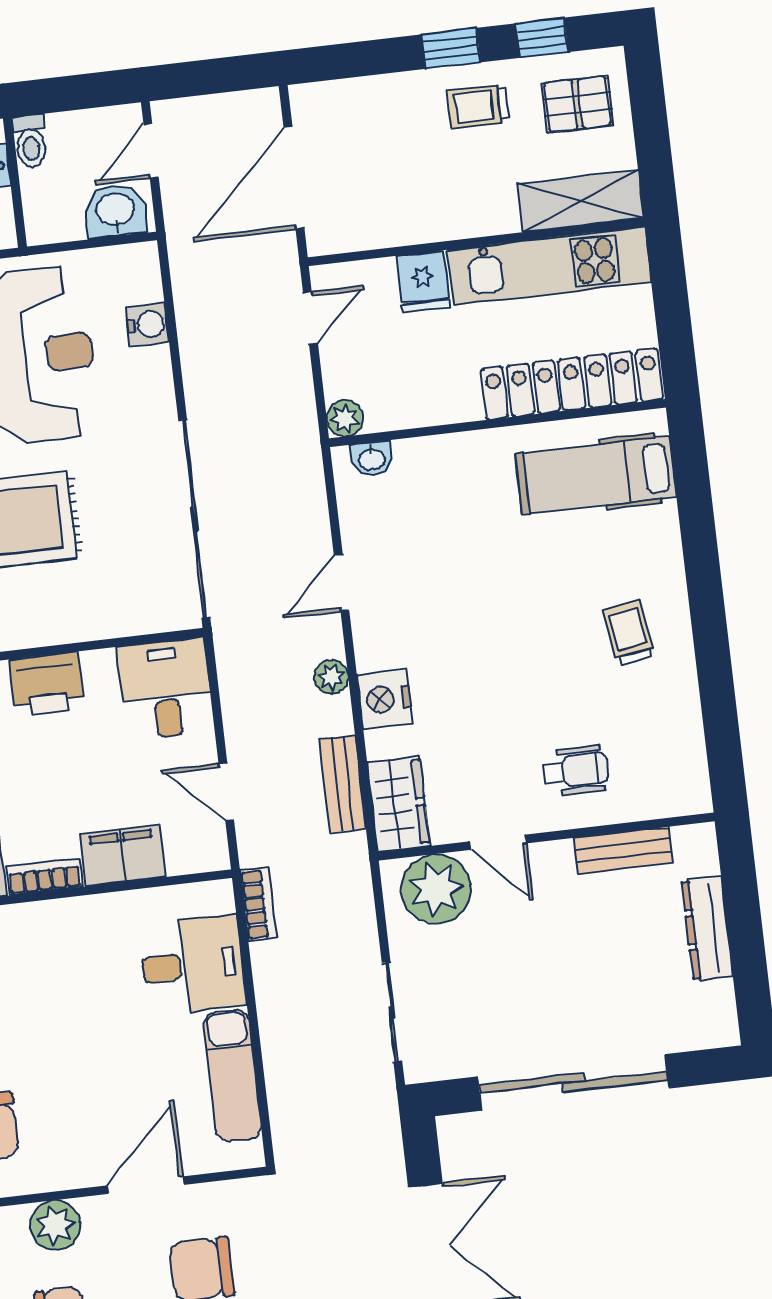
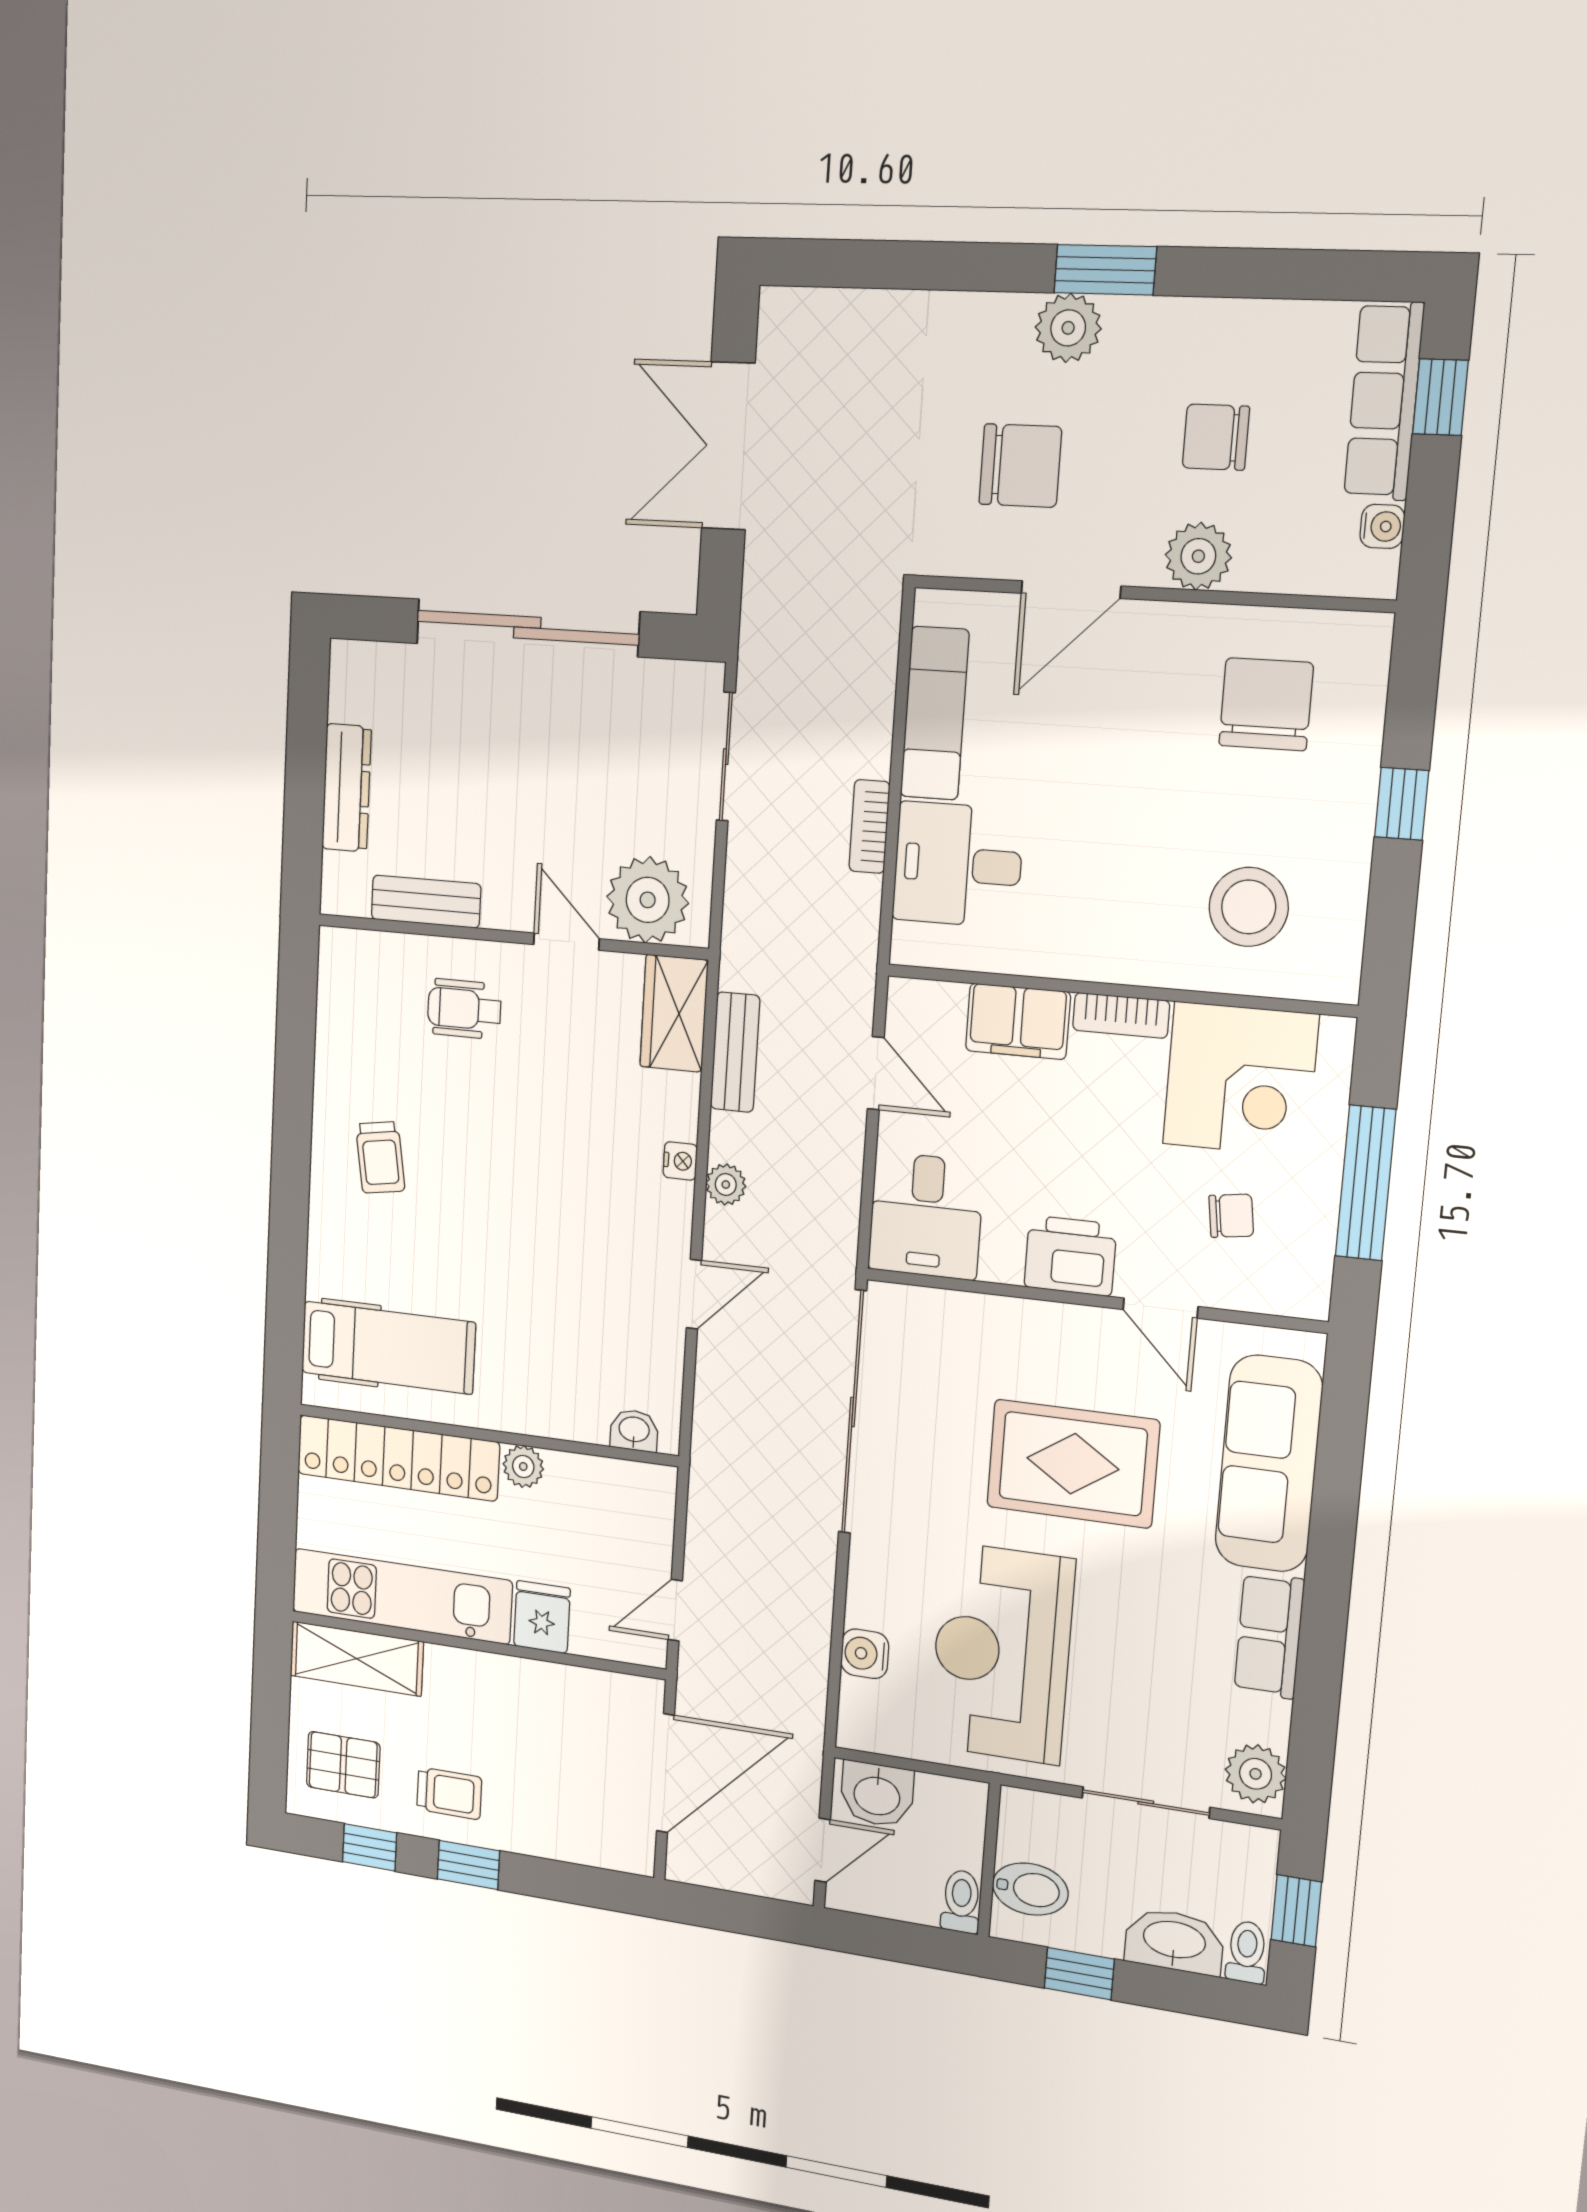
plant: (345, 418) -> (523, 1467), moved
nightstand: (385, 699) -> (680, 1161), width x0.53, depth x0.56
bookcase: (258, 904) -> (869, 826), moved

